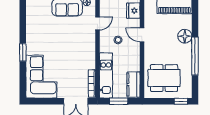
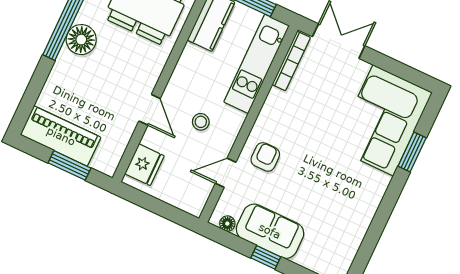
floor lamp: (185, 36) -> (81, 40), moved
armchair: (84, 38) -> (265, 157), added
window: (23, 52) -> (412, 152), moved

